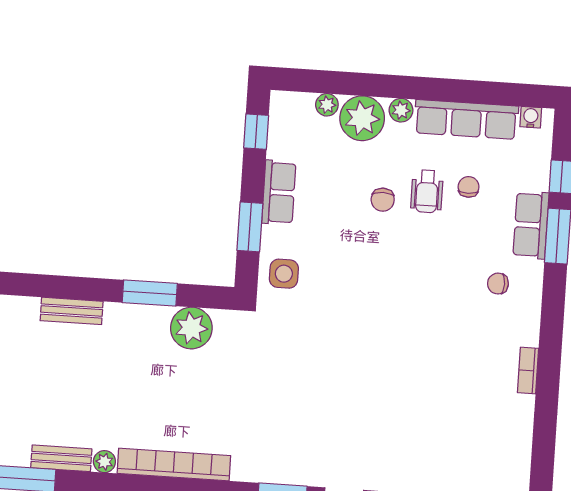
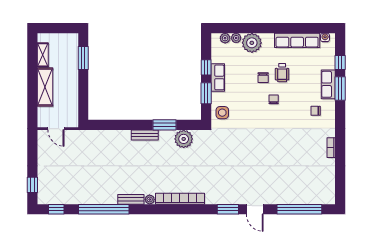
plant: (401, 110) -> (225, 38), moved
window: (256, 132) -> (206, 67), moved
chair: (469, 187) -> (274, 99), moved
bench: (72, 311) -> (145, 135), moved

